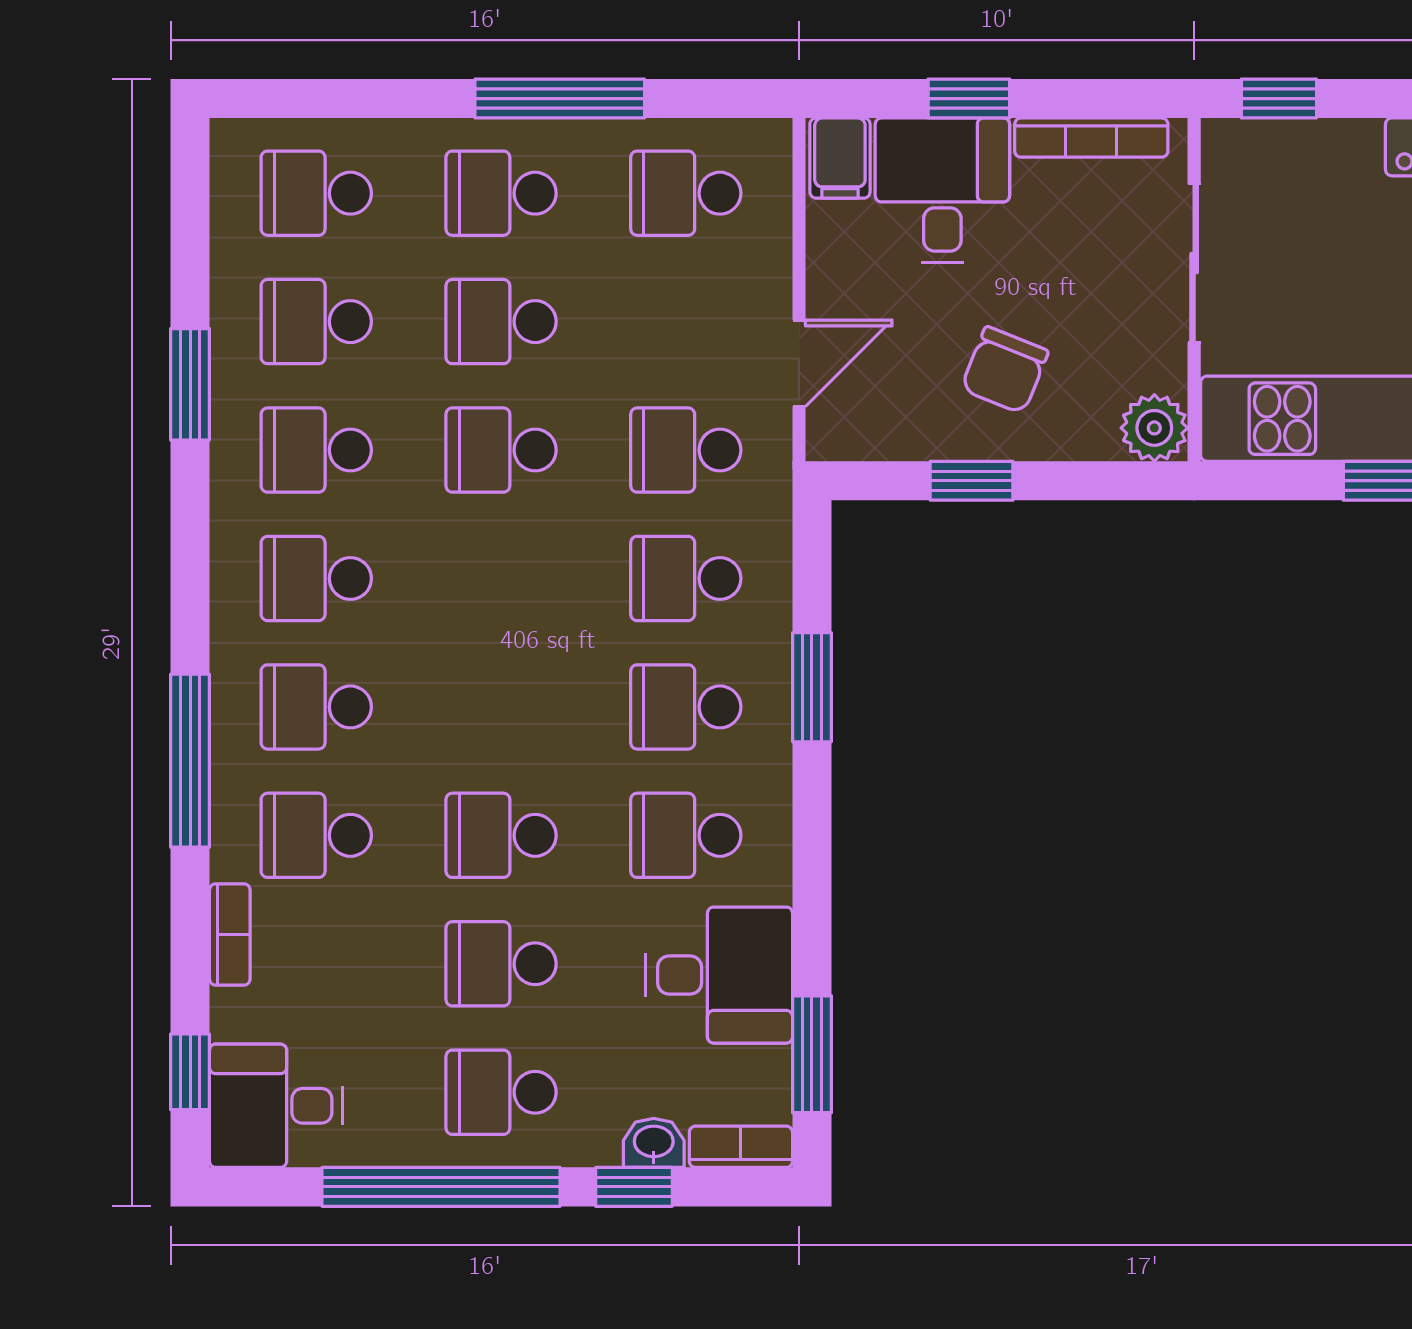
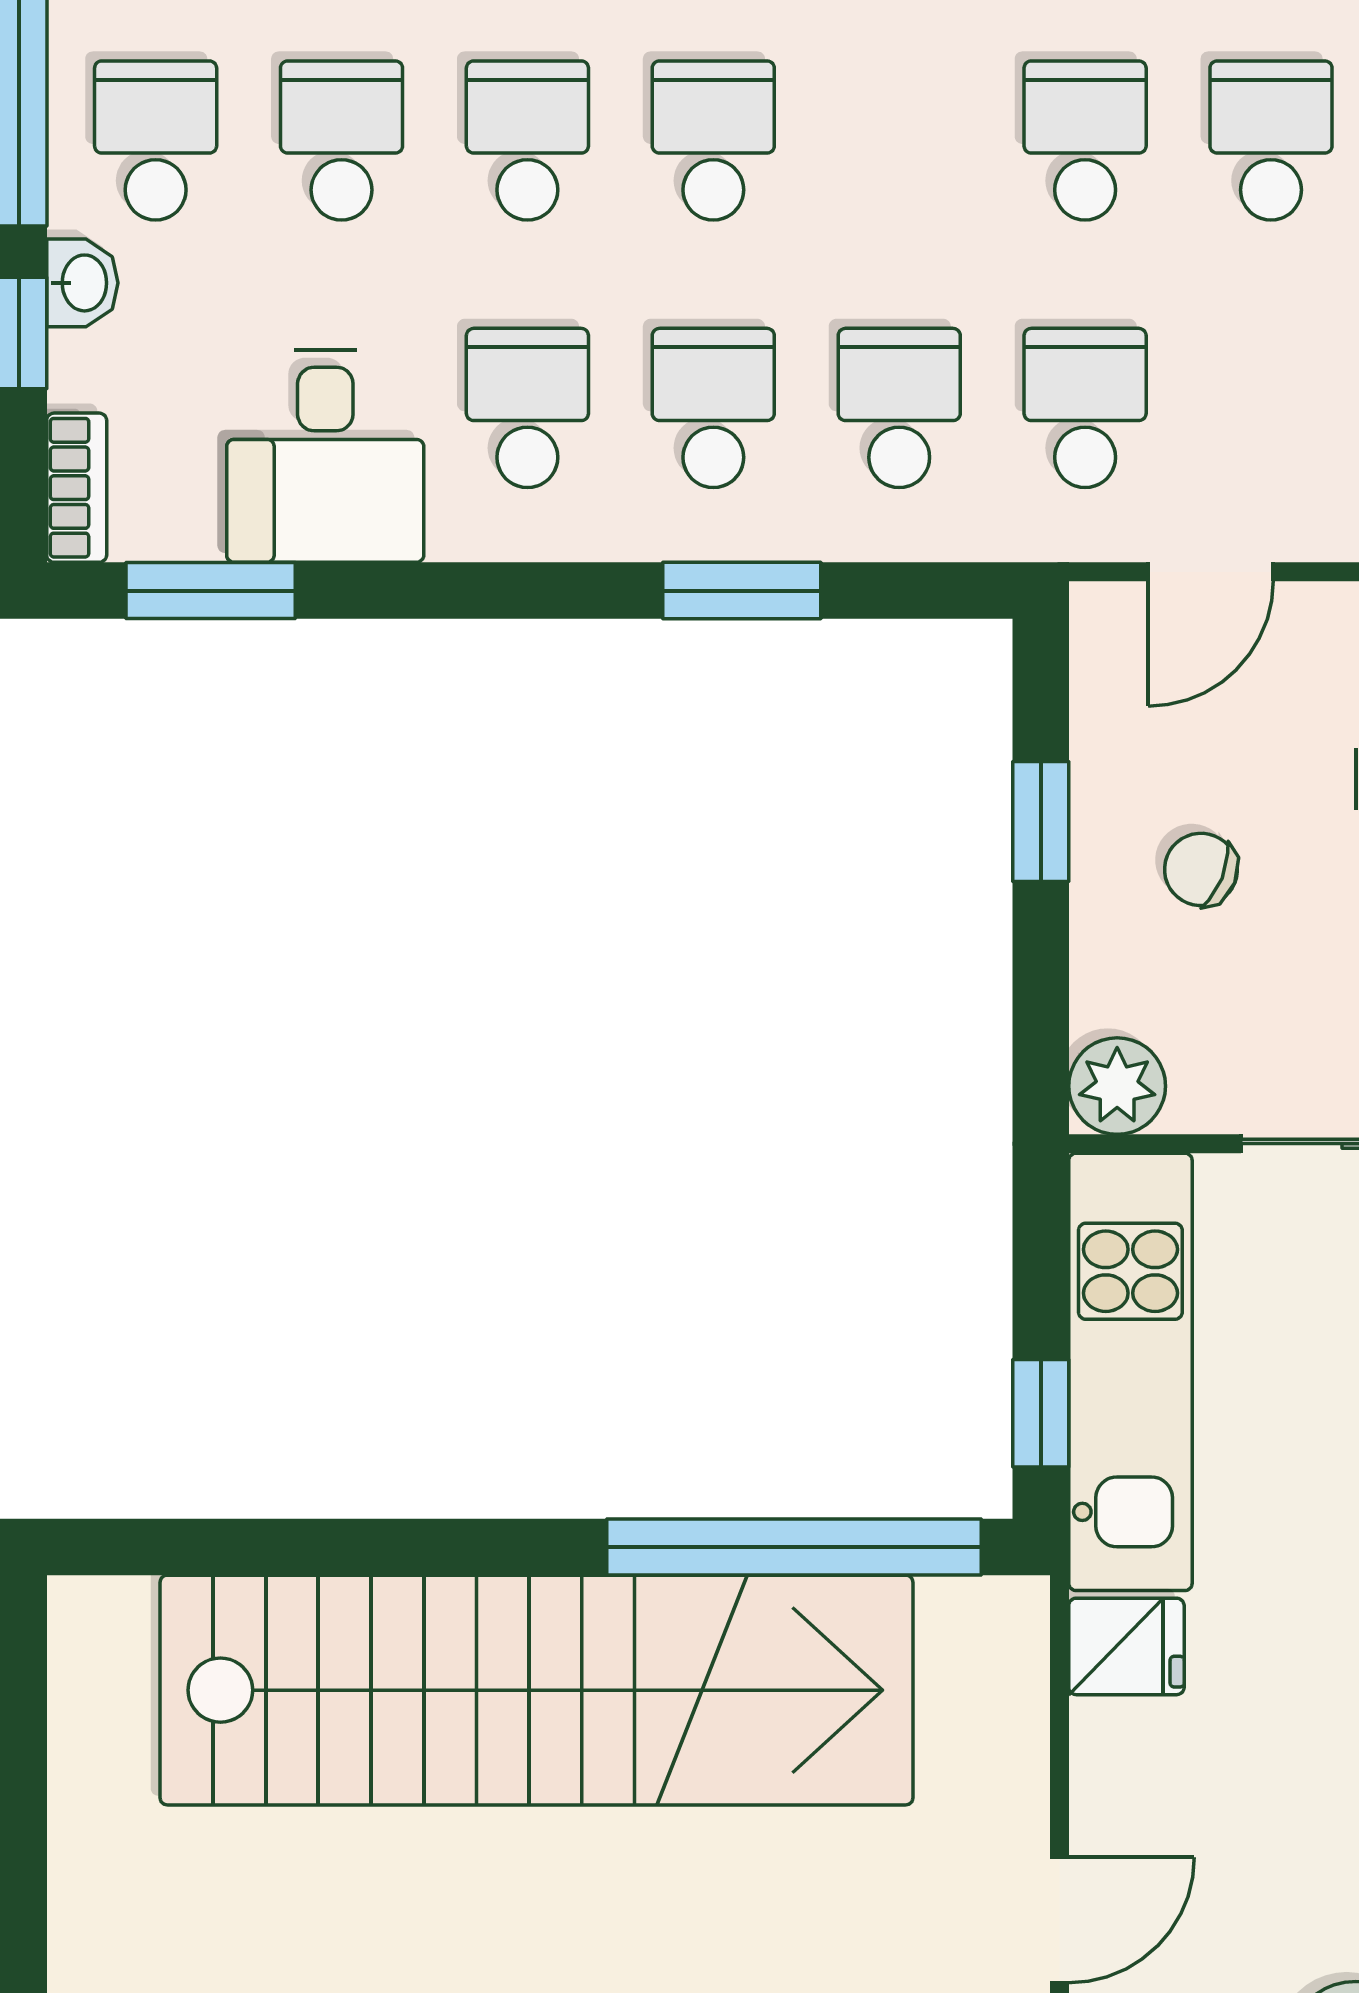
door: (799, 363) -> (1211, 572), hinge flipped
chair: (1005, 370) -> (1201, 869), width x0.73, depth x0.73
school desk: (501, 707) -> (713, 140), added
washbasin: (654, 1143) -> (82, 283), moved

